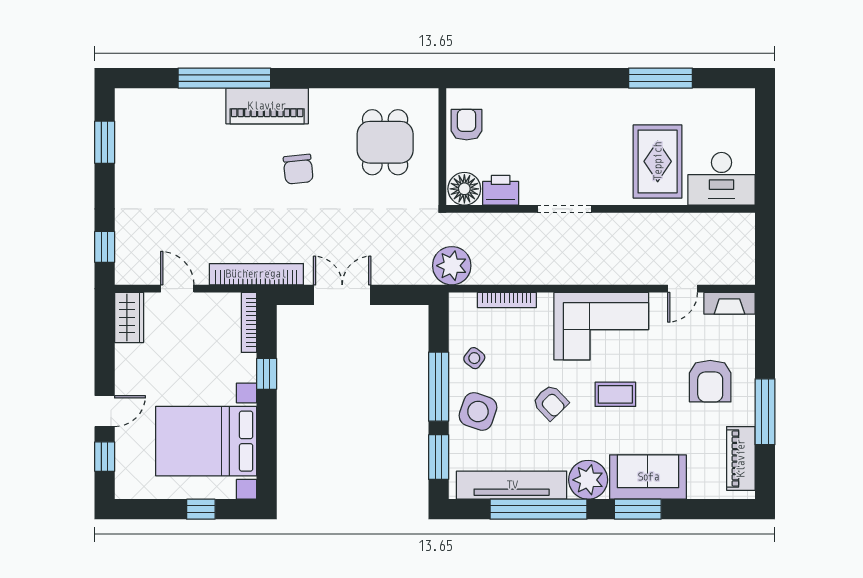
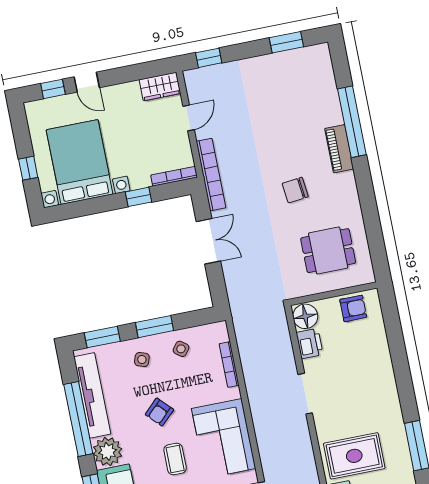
piano: (267, 106) -> (339, 149), width x0.73, depth x0.75
plant: (452, 266) -> (246, 318), removed
window: (439, 387) -> (155, 327), width x0.69
side table: (478, 411) -> (142, 360), width x0.54, depth x0.54

